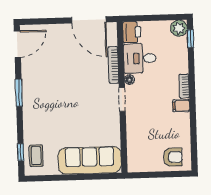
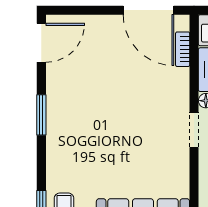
bookcase: (113, 65) -> (183, 49), moved, width x0.64

